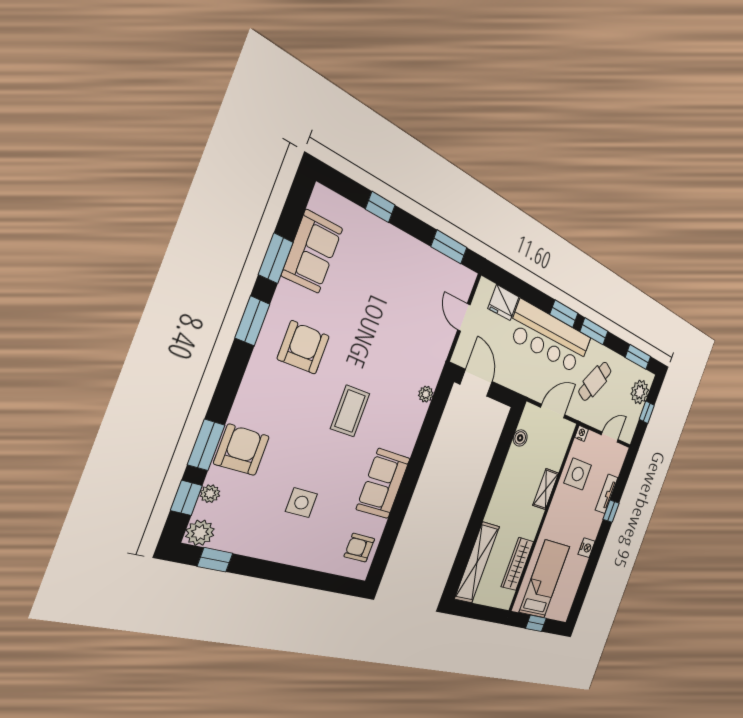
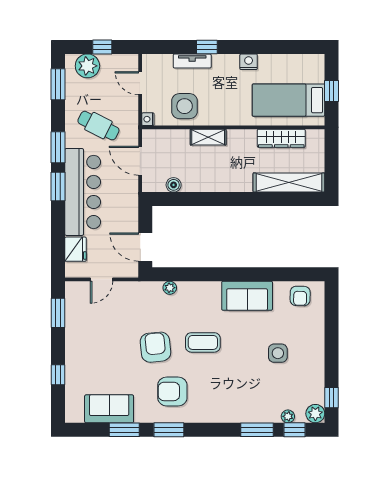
door: (476, 383) -> (145, 247), hinge flipped
armchair: (242, 450) -> (155, 347), moved, turned 84

